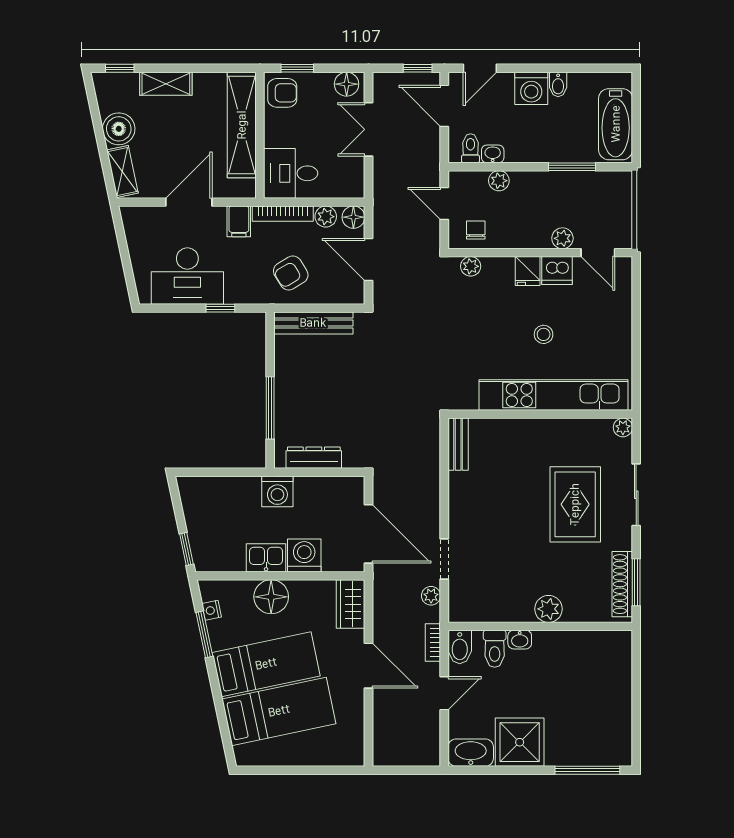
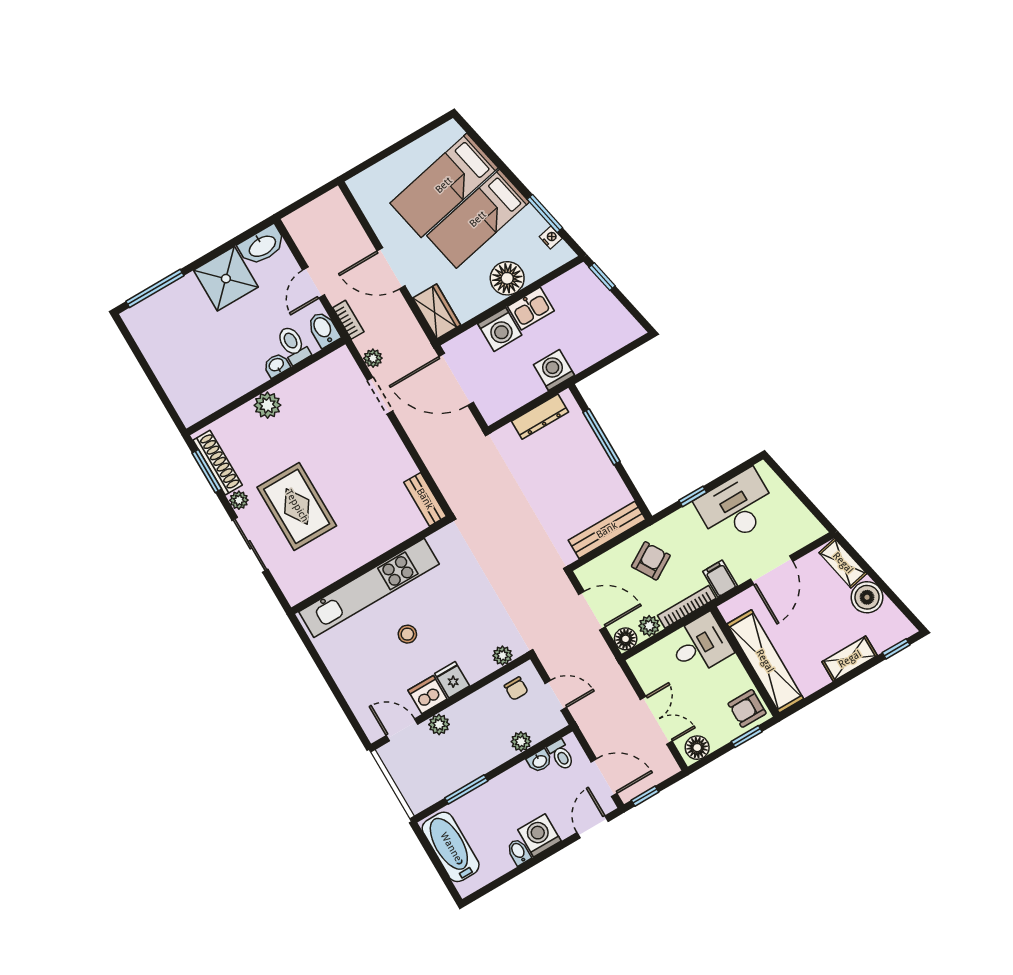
plant: (623, 427) -> (239, 500), moved

